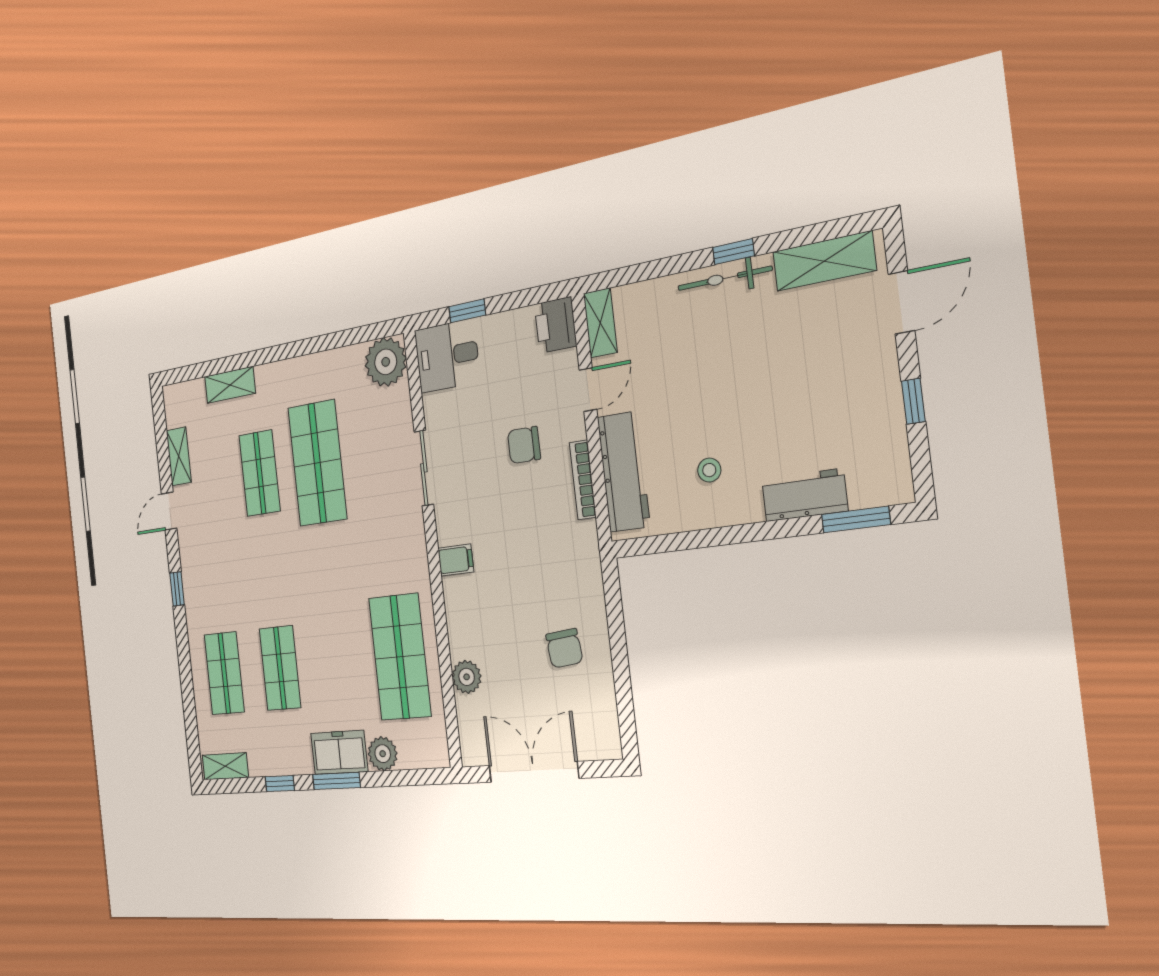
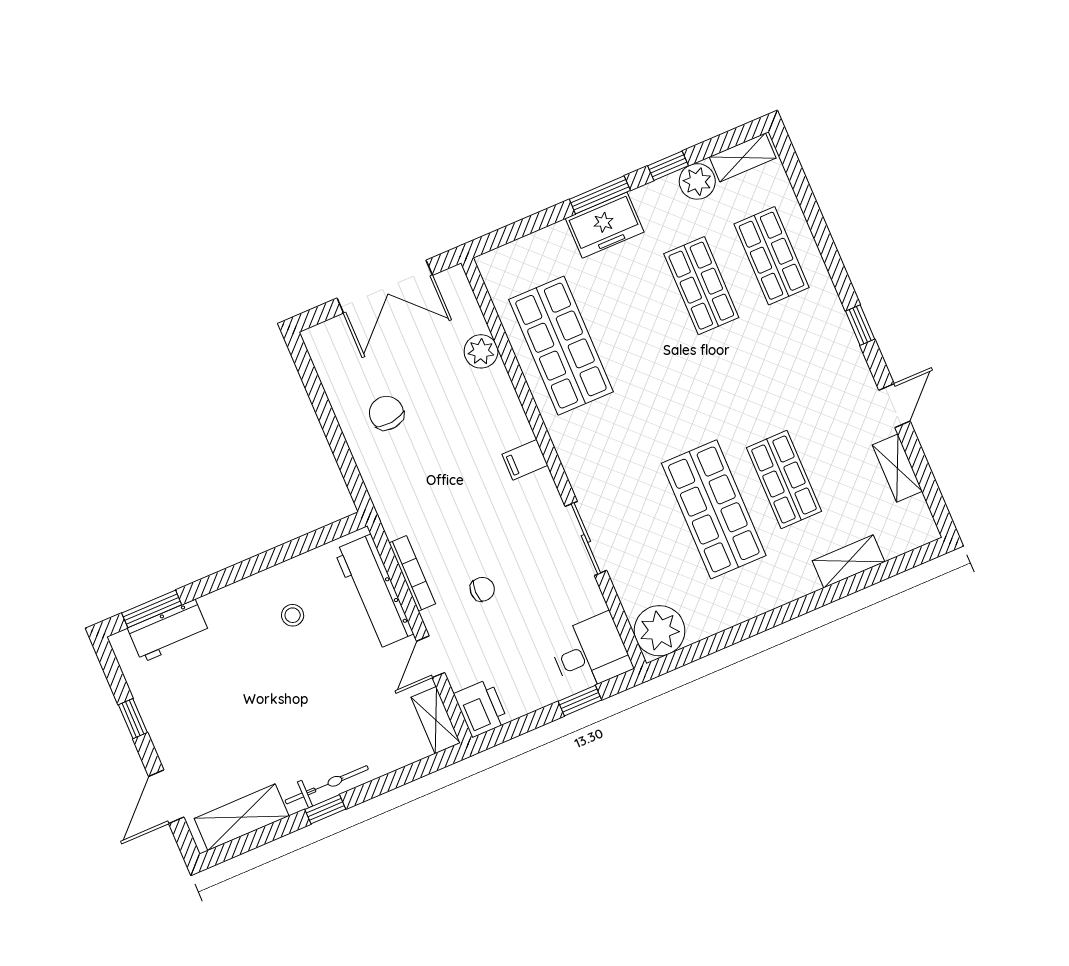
chair: (524, 445) -> (482, 589), width x0.73, depth x0.73
workbench: (804, 495) -> (169, 631), moved
plant: (383, 754) -> (697, 181), moved

